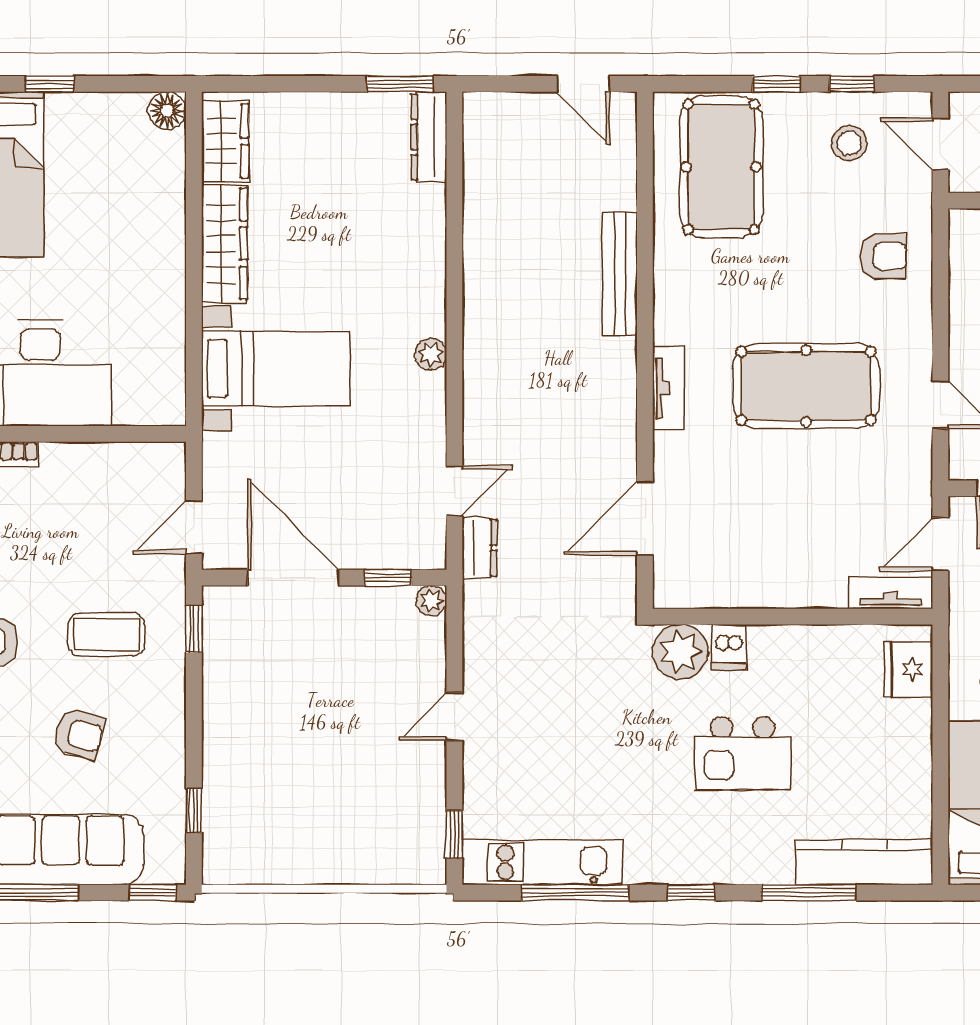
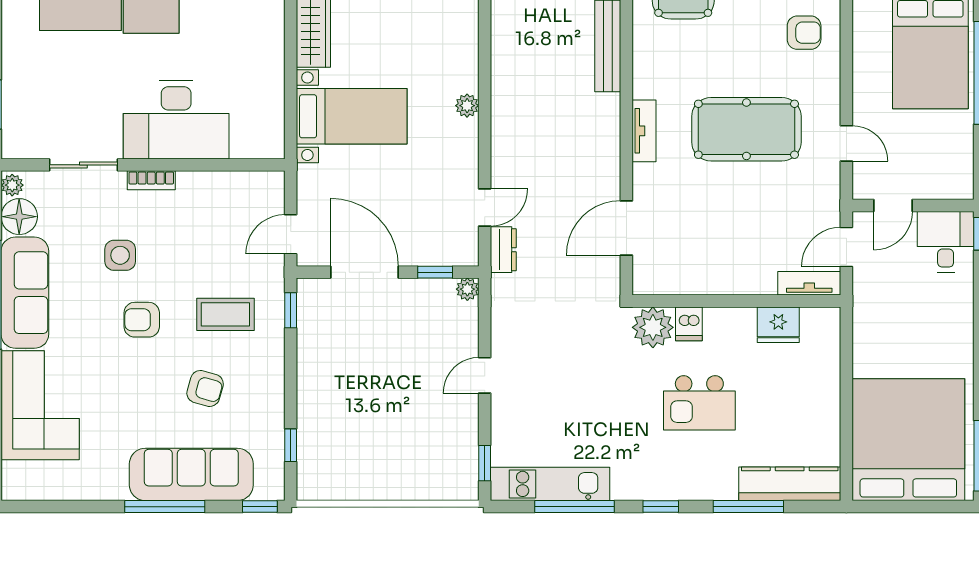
fridge: (908, 669) -> (778, 325), moved, turned -90

